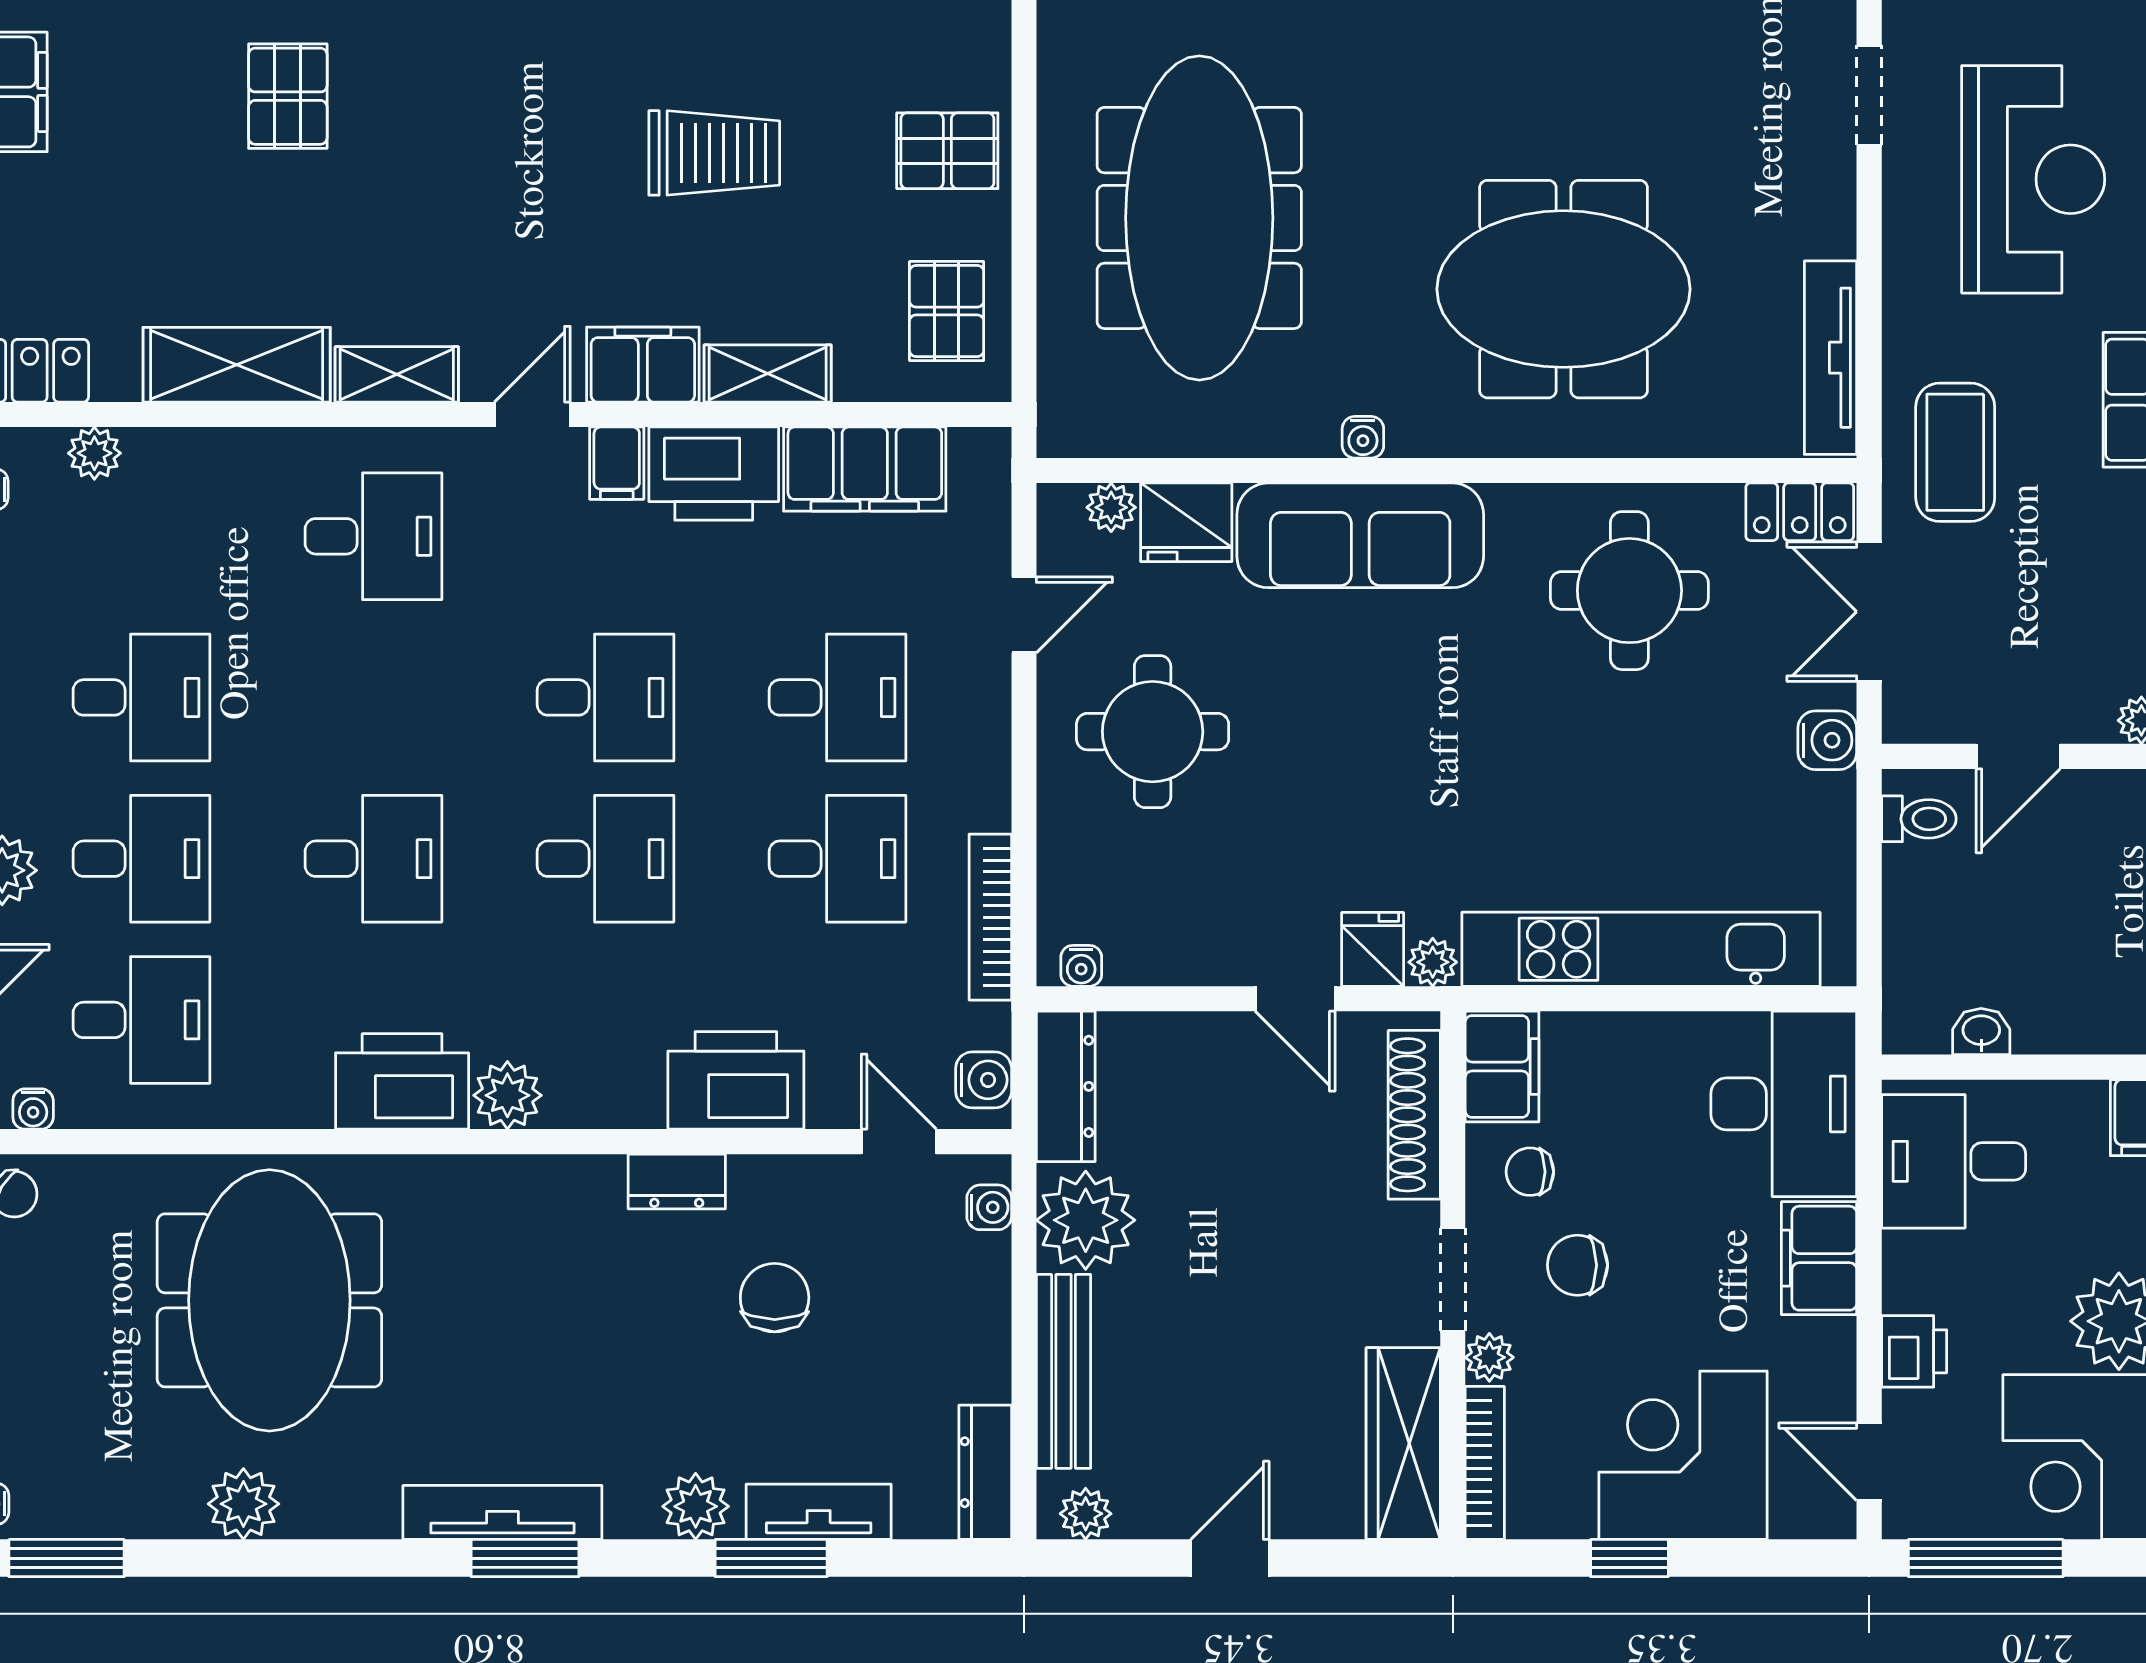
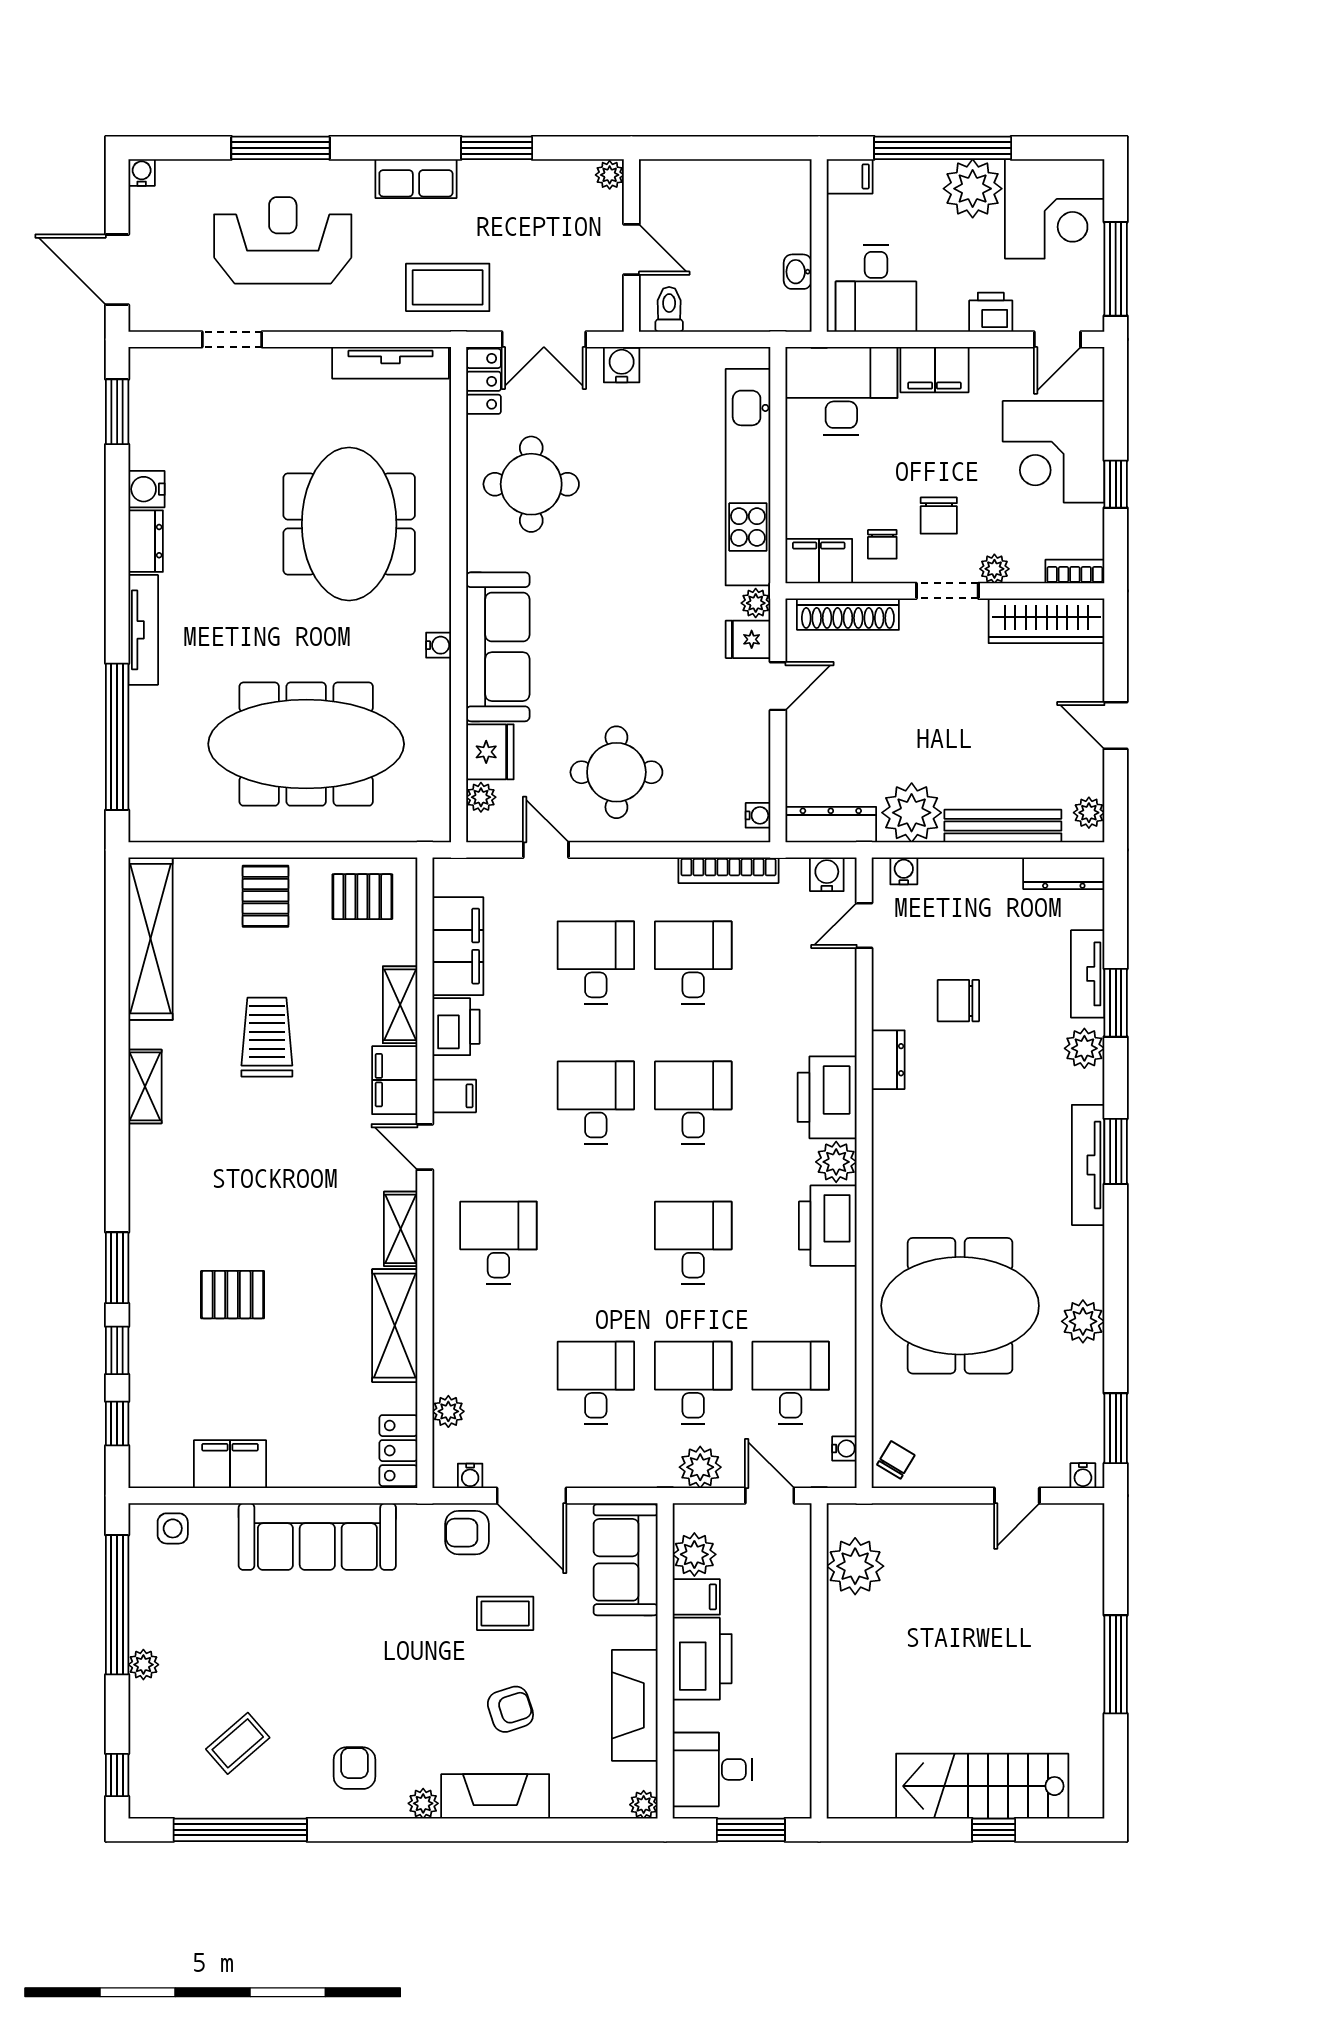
printer: (714, 474) -> (456, 1027), width x0.73, depth x0.84
printer: (736, 1080) -> (827, 1097), moved
bookcase: (1485, 1463) -> (1075, 572), width x0.64

